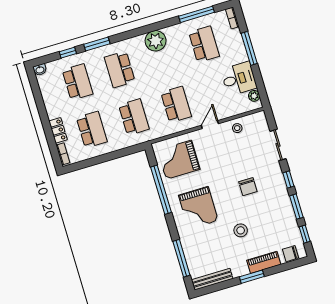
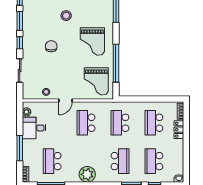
grand piano: (179, 160) -> (96, 81), turned 90
grand piano: (198, 208) -> (92, 42), turned 180

